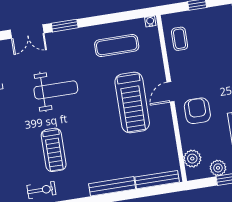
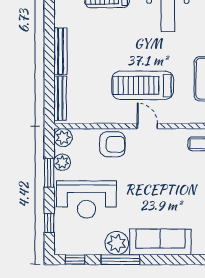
armchair: (197, 111) -> (112, 144), moved
plant: (192, 159) -> (63, 138), moved

